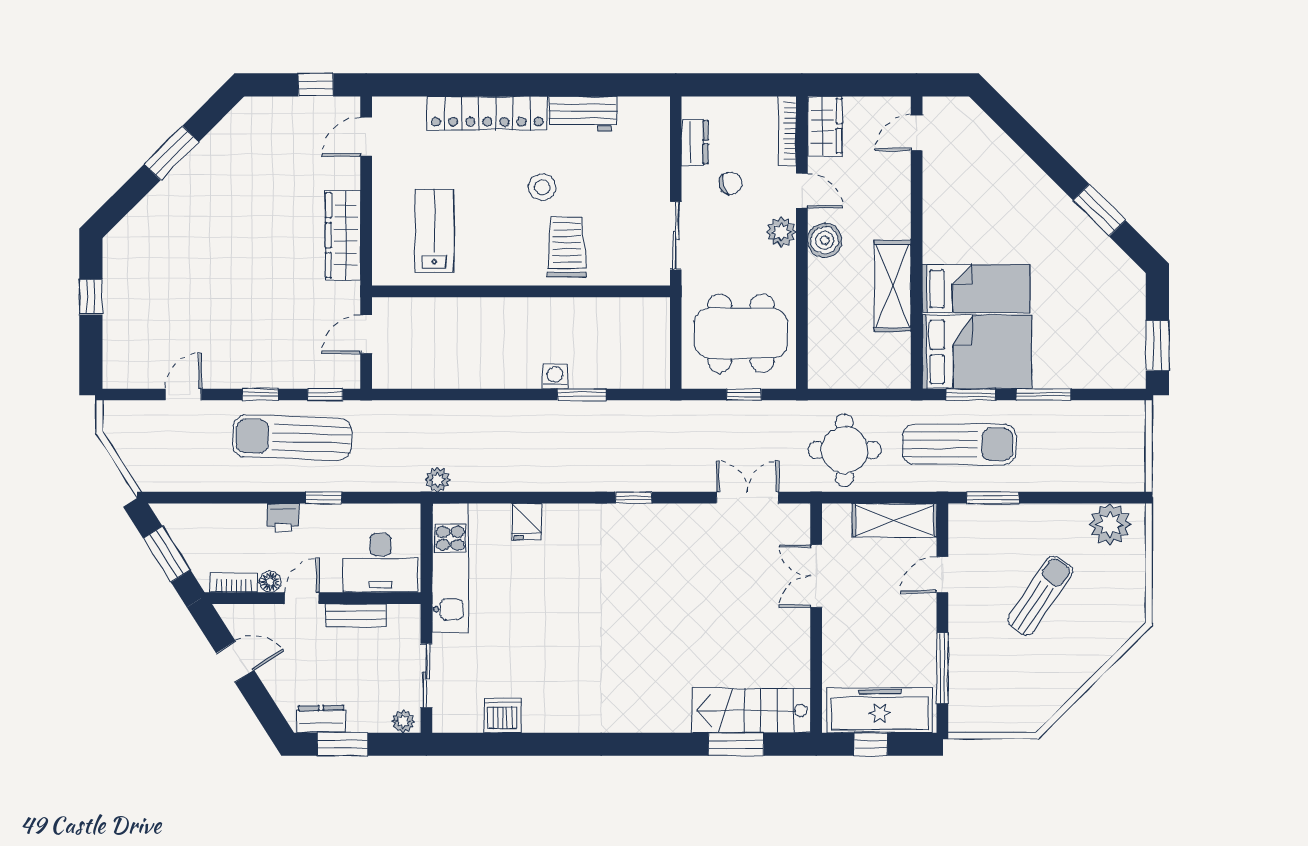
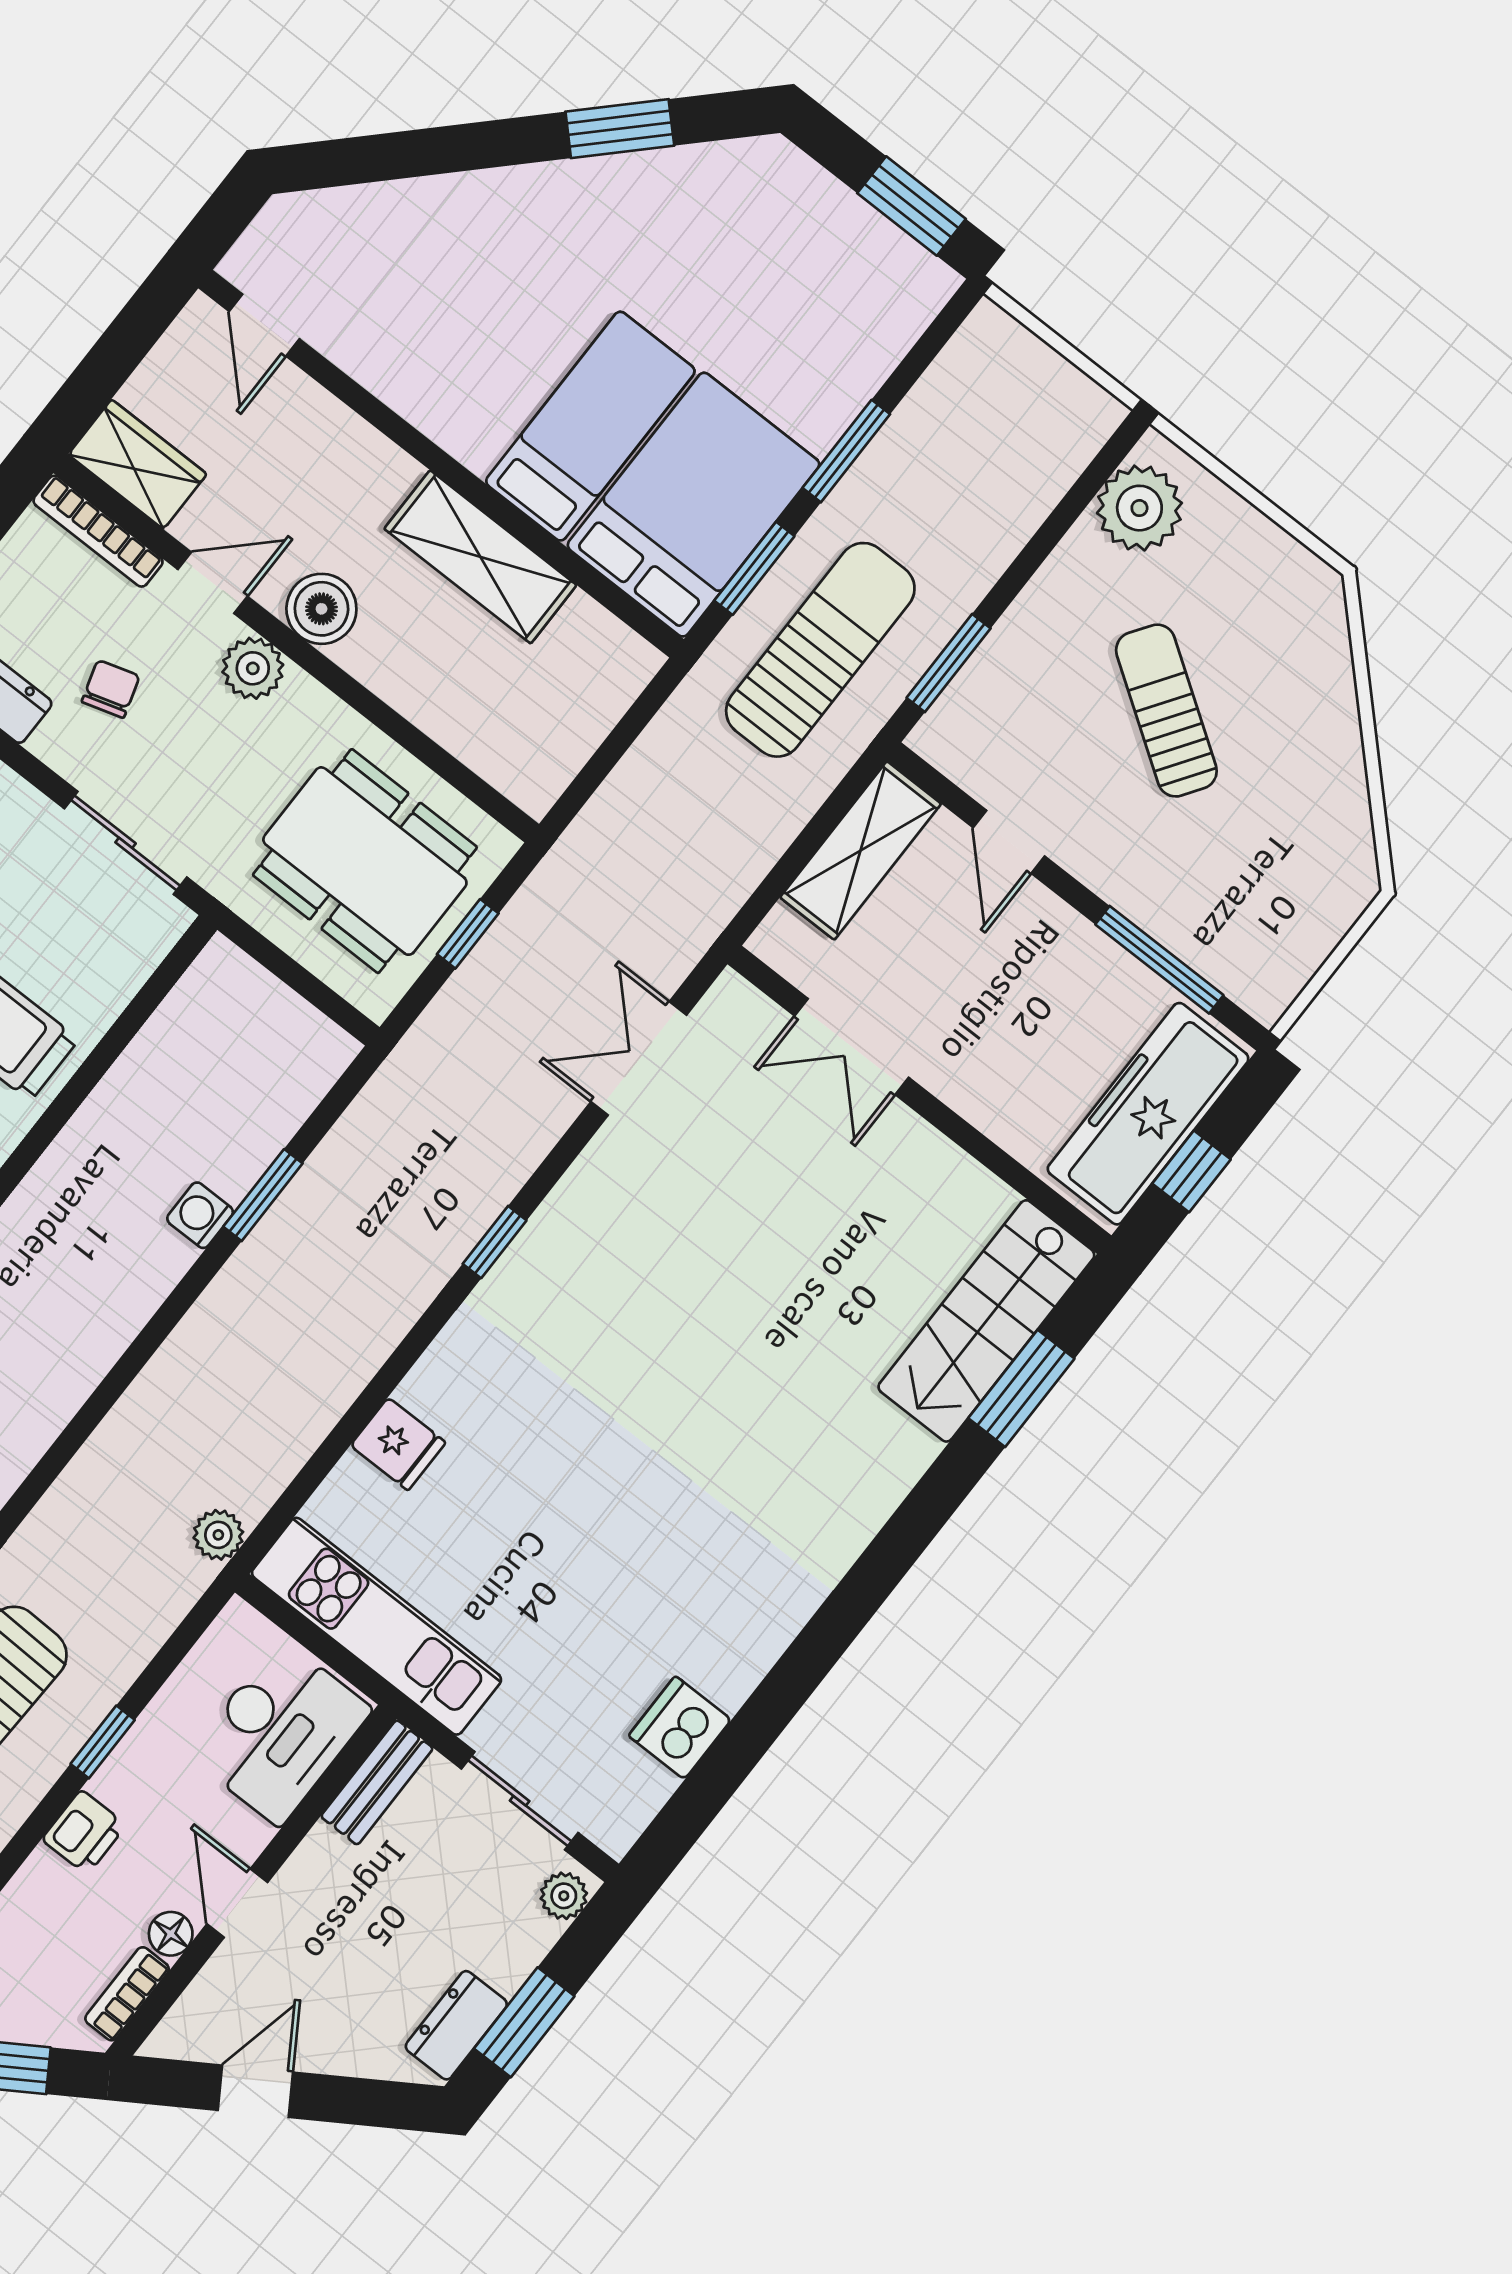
dining table: (741, 333) -> (365, 861), turned 90
round table: (845, 450) -> (684, 842), removed
bench: (356, 615) -> (377, 1782), moved

